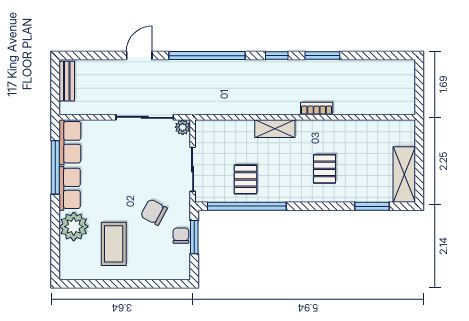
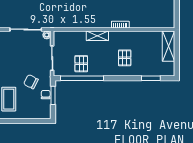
shelving: (404, 174) -> (169, 46), moved

